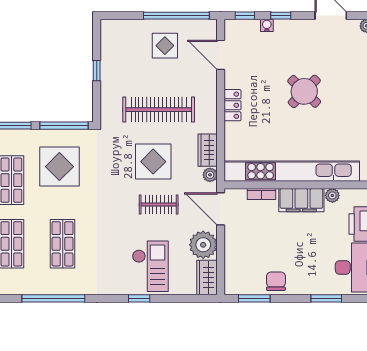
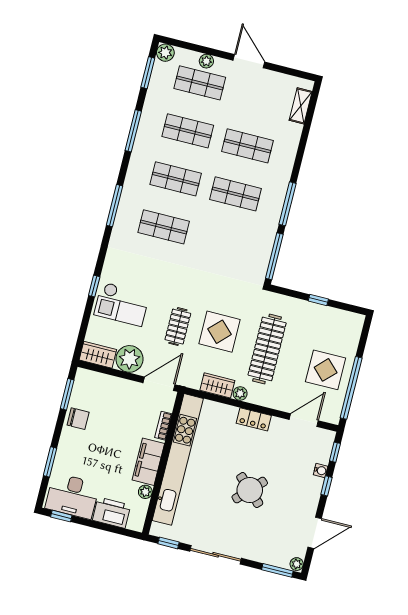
display table: (165, 46) -> (326, 370), width x1.36, depth x1.36
display table: (59, 167) -> (237, 242), removed
plant: (210, 175) -> (240, 393), moved
window: (53, 298) -> (114, 206), width x0.68

